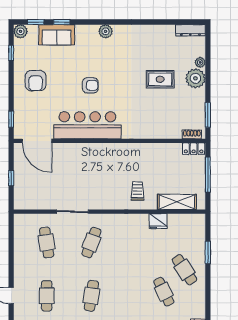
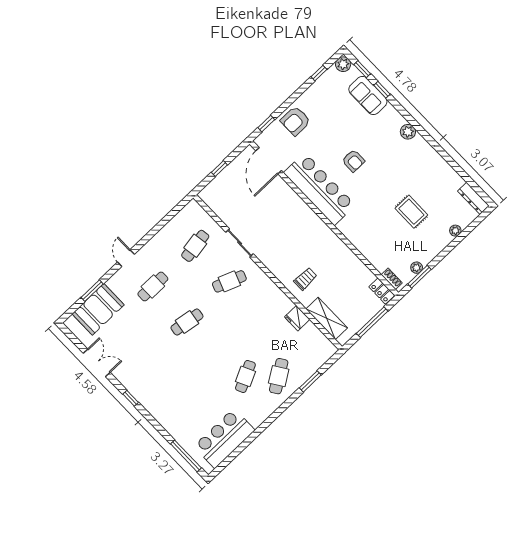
plant: (195, 78) -> (417, 268), moved, width x0.53, depth x0.53
armchair: (36, 81) -> (295, 121), moved

